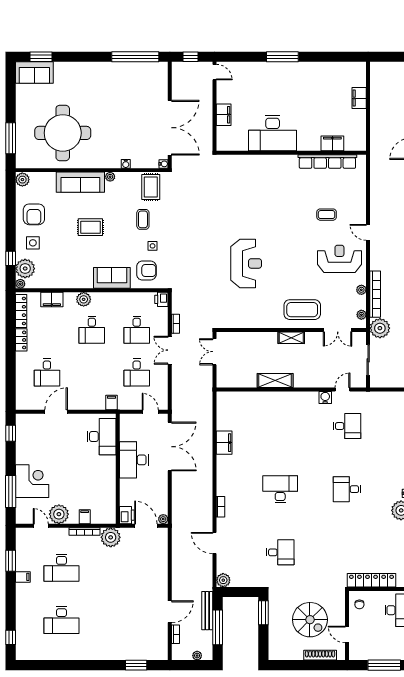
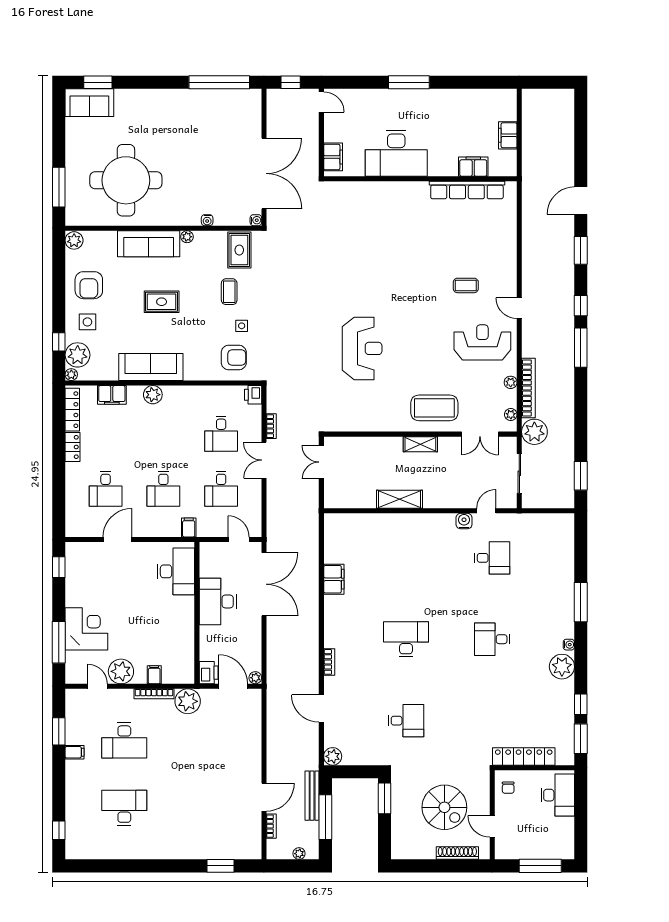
desk: (273, 133) -> (396, 153), moved
filing cabinet: (332, 143) -> (473, 167), moved
wall: (291, 153) -> (420, 179), moved
row of seats: (327, 162) -> (467, 190), moved
sofa: (112, 278) -> (151, 367), moved, width x1.36
desk: (92, 330) -> (163, 489), moved
desk: (61, 620) -> (124, 808), turned 180

